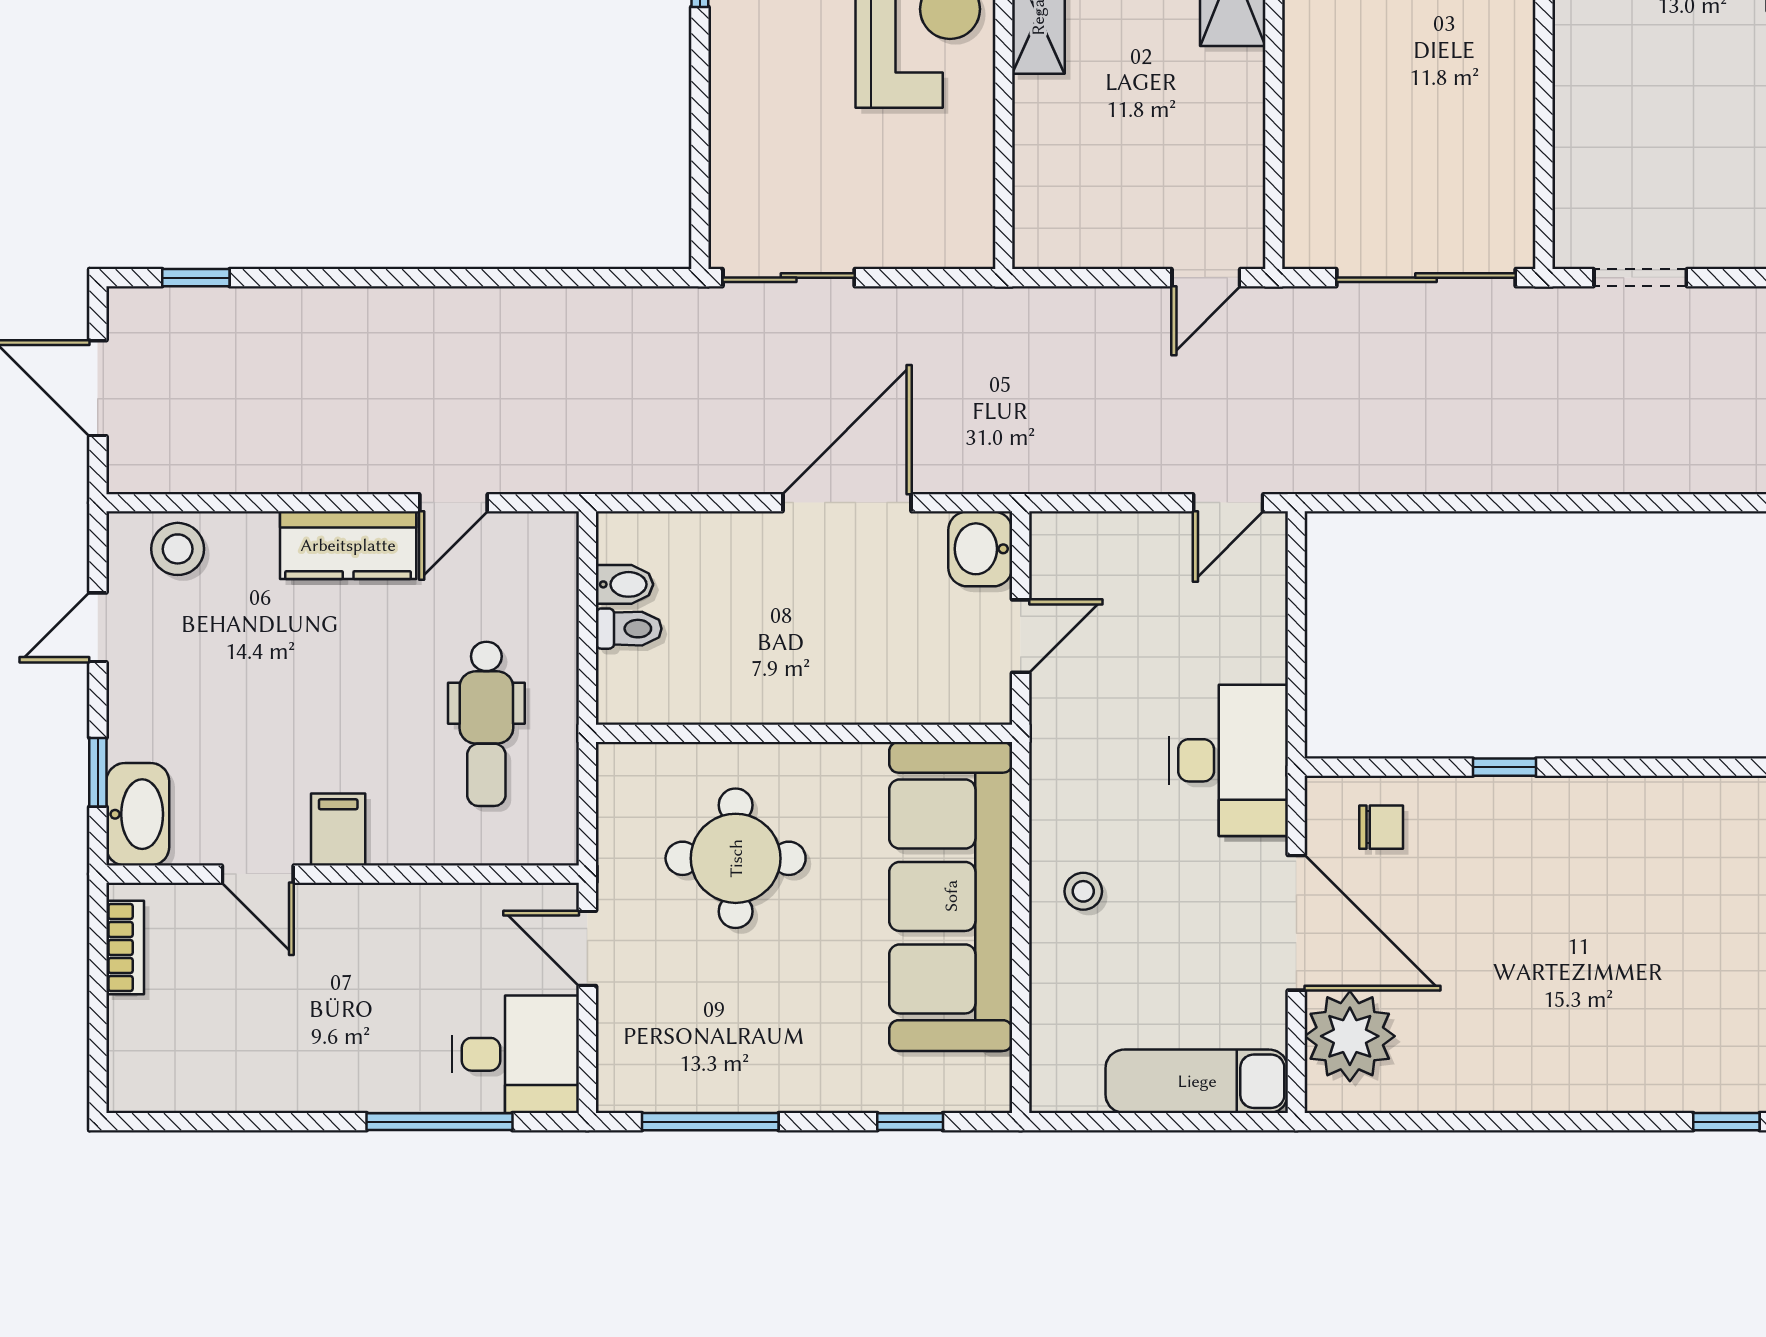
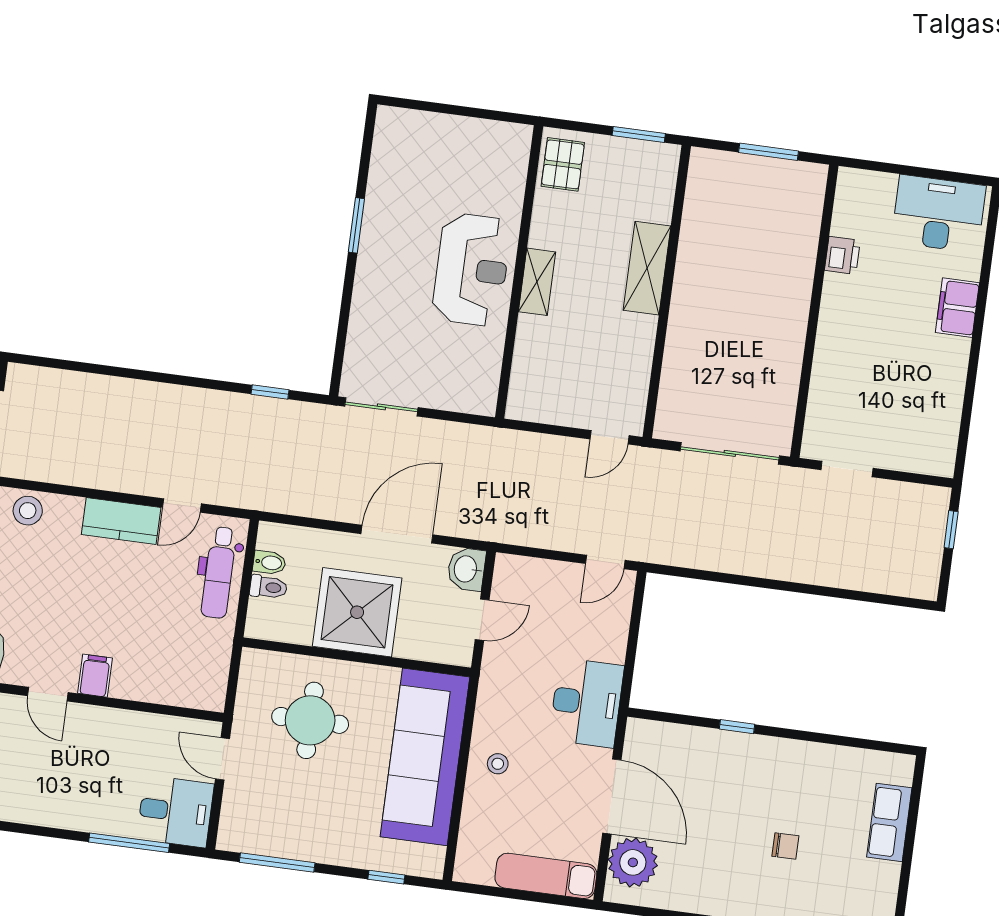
window: (196, 278) -> (270, 392), moved
shower: (794, 653) -> (357, 612), added
dental chair: (486, 724) -> (219, 573), moved
chair: (1381, 827) -> (785, 846), moved

